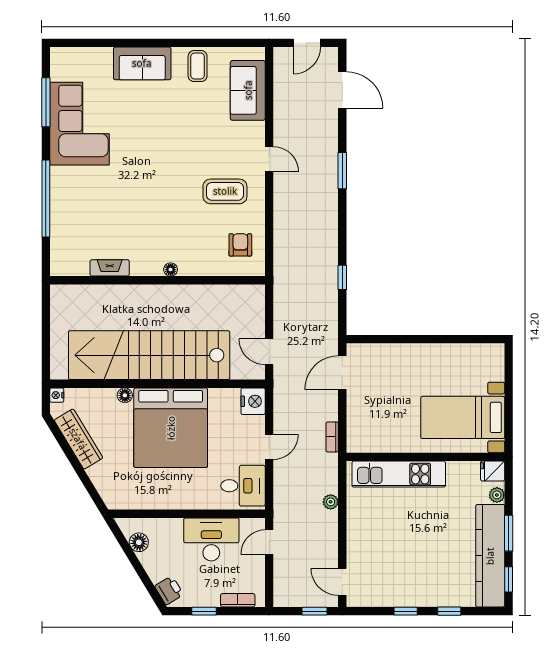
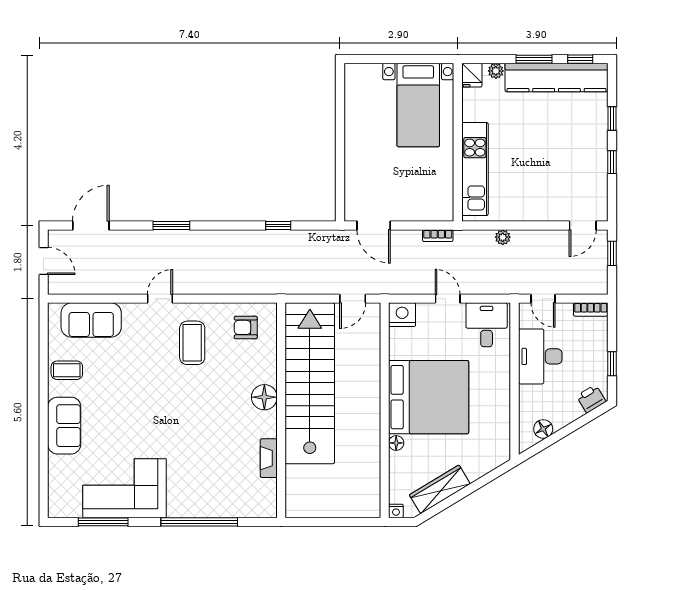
floor lamp: (171, 269) -> (264, 397), width x1.89, depth x1.89
stairs: (149, 355) -> (310, 383), moved, turned 180
bookcase: (238, 600) -> (591, 309), moved, turned -90

